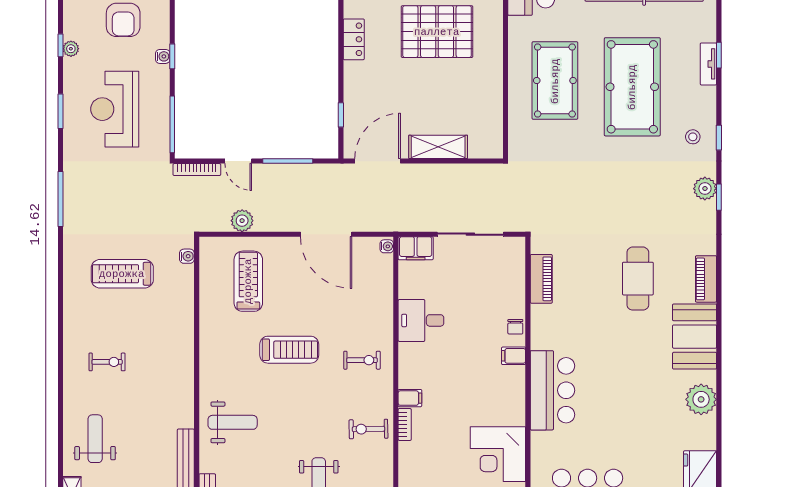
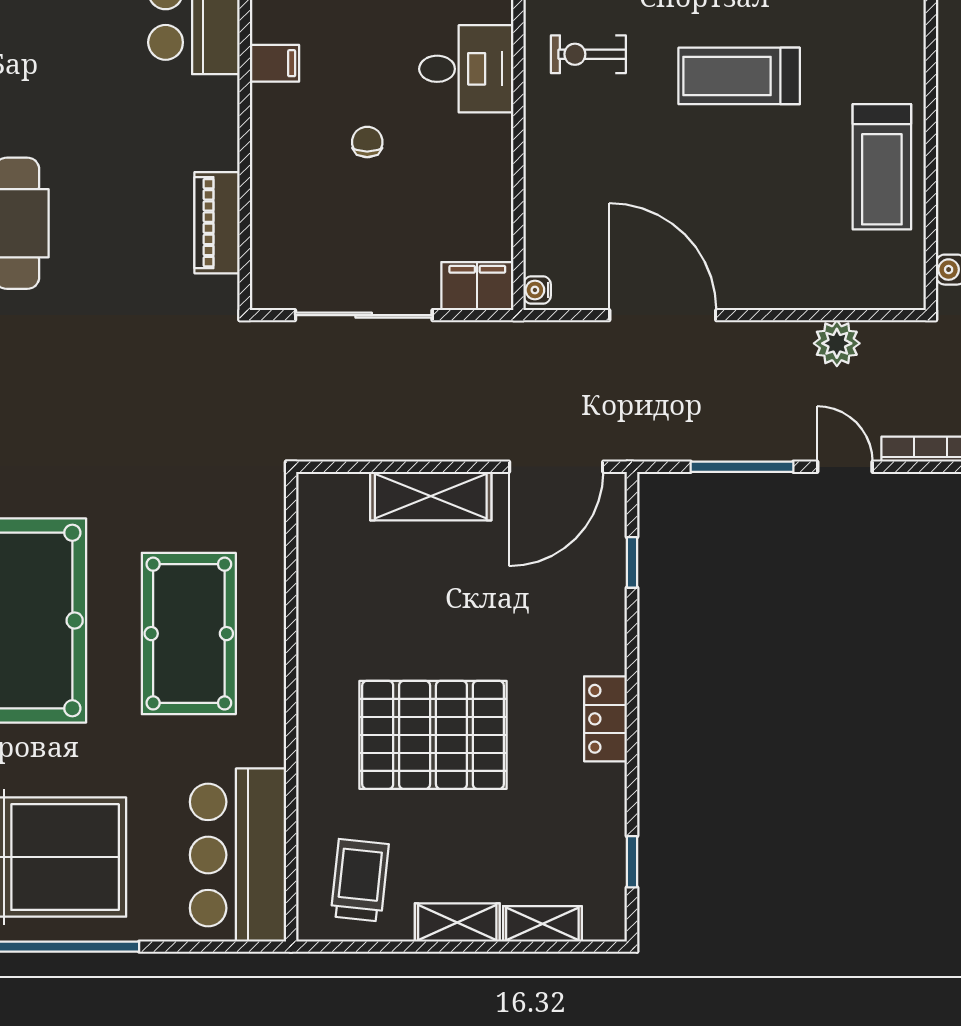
treadmill: (248, 281) -> (882, 167), moved
desk: (421, 320) -> (466, 69), moved
chair: (515, 327) -> (367, 142), moved

